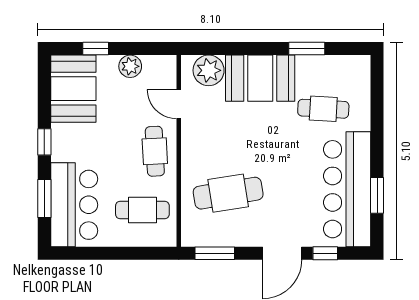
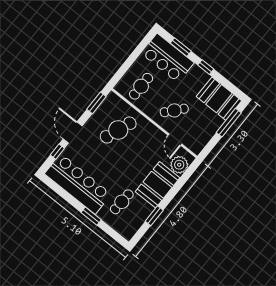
window: (96, 49) -> (229, 123), width x2.17
plant: (130, 66) -> (209, 132), removed
door: (179, 104) -> (175, 140), swing flipped
cafe table: (155, 151) -> (174, 110), moved, turned -46
cafe table: (228, 193) -> (118, 130), turned 30
window: (377, 195) -> (91, 216), moved

